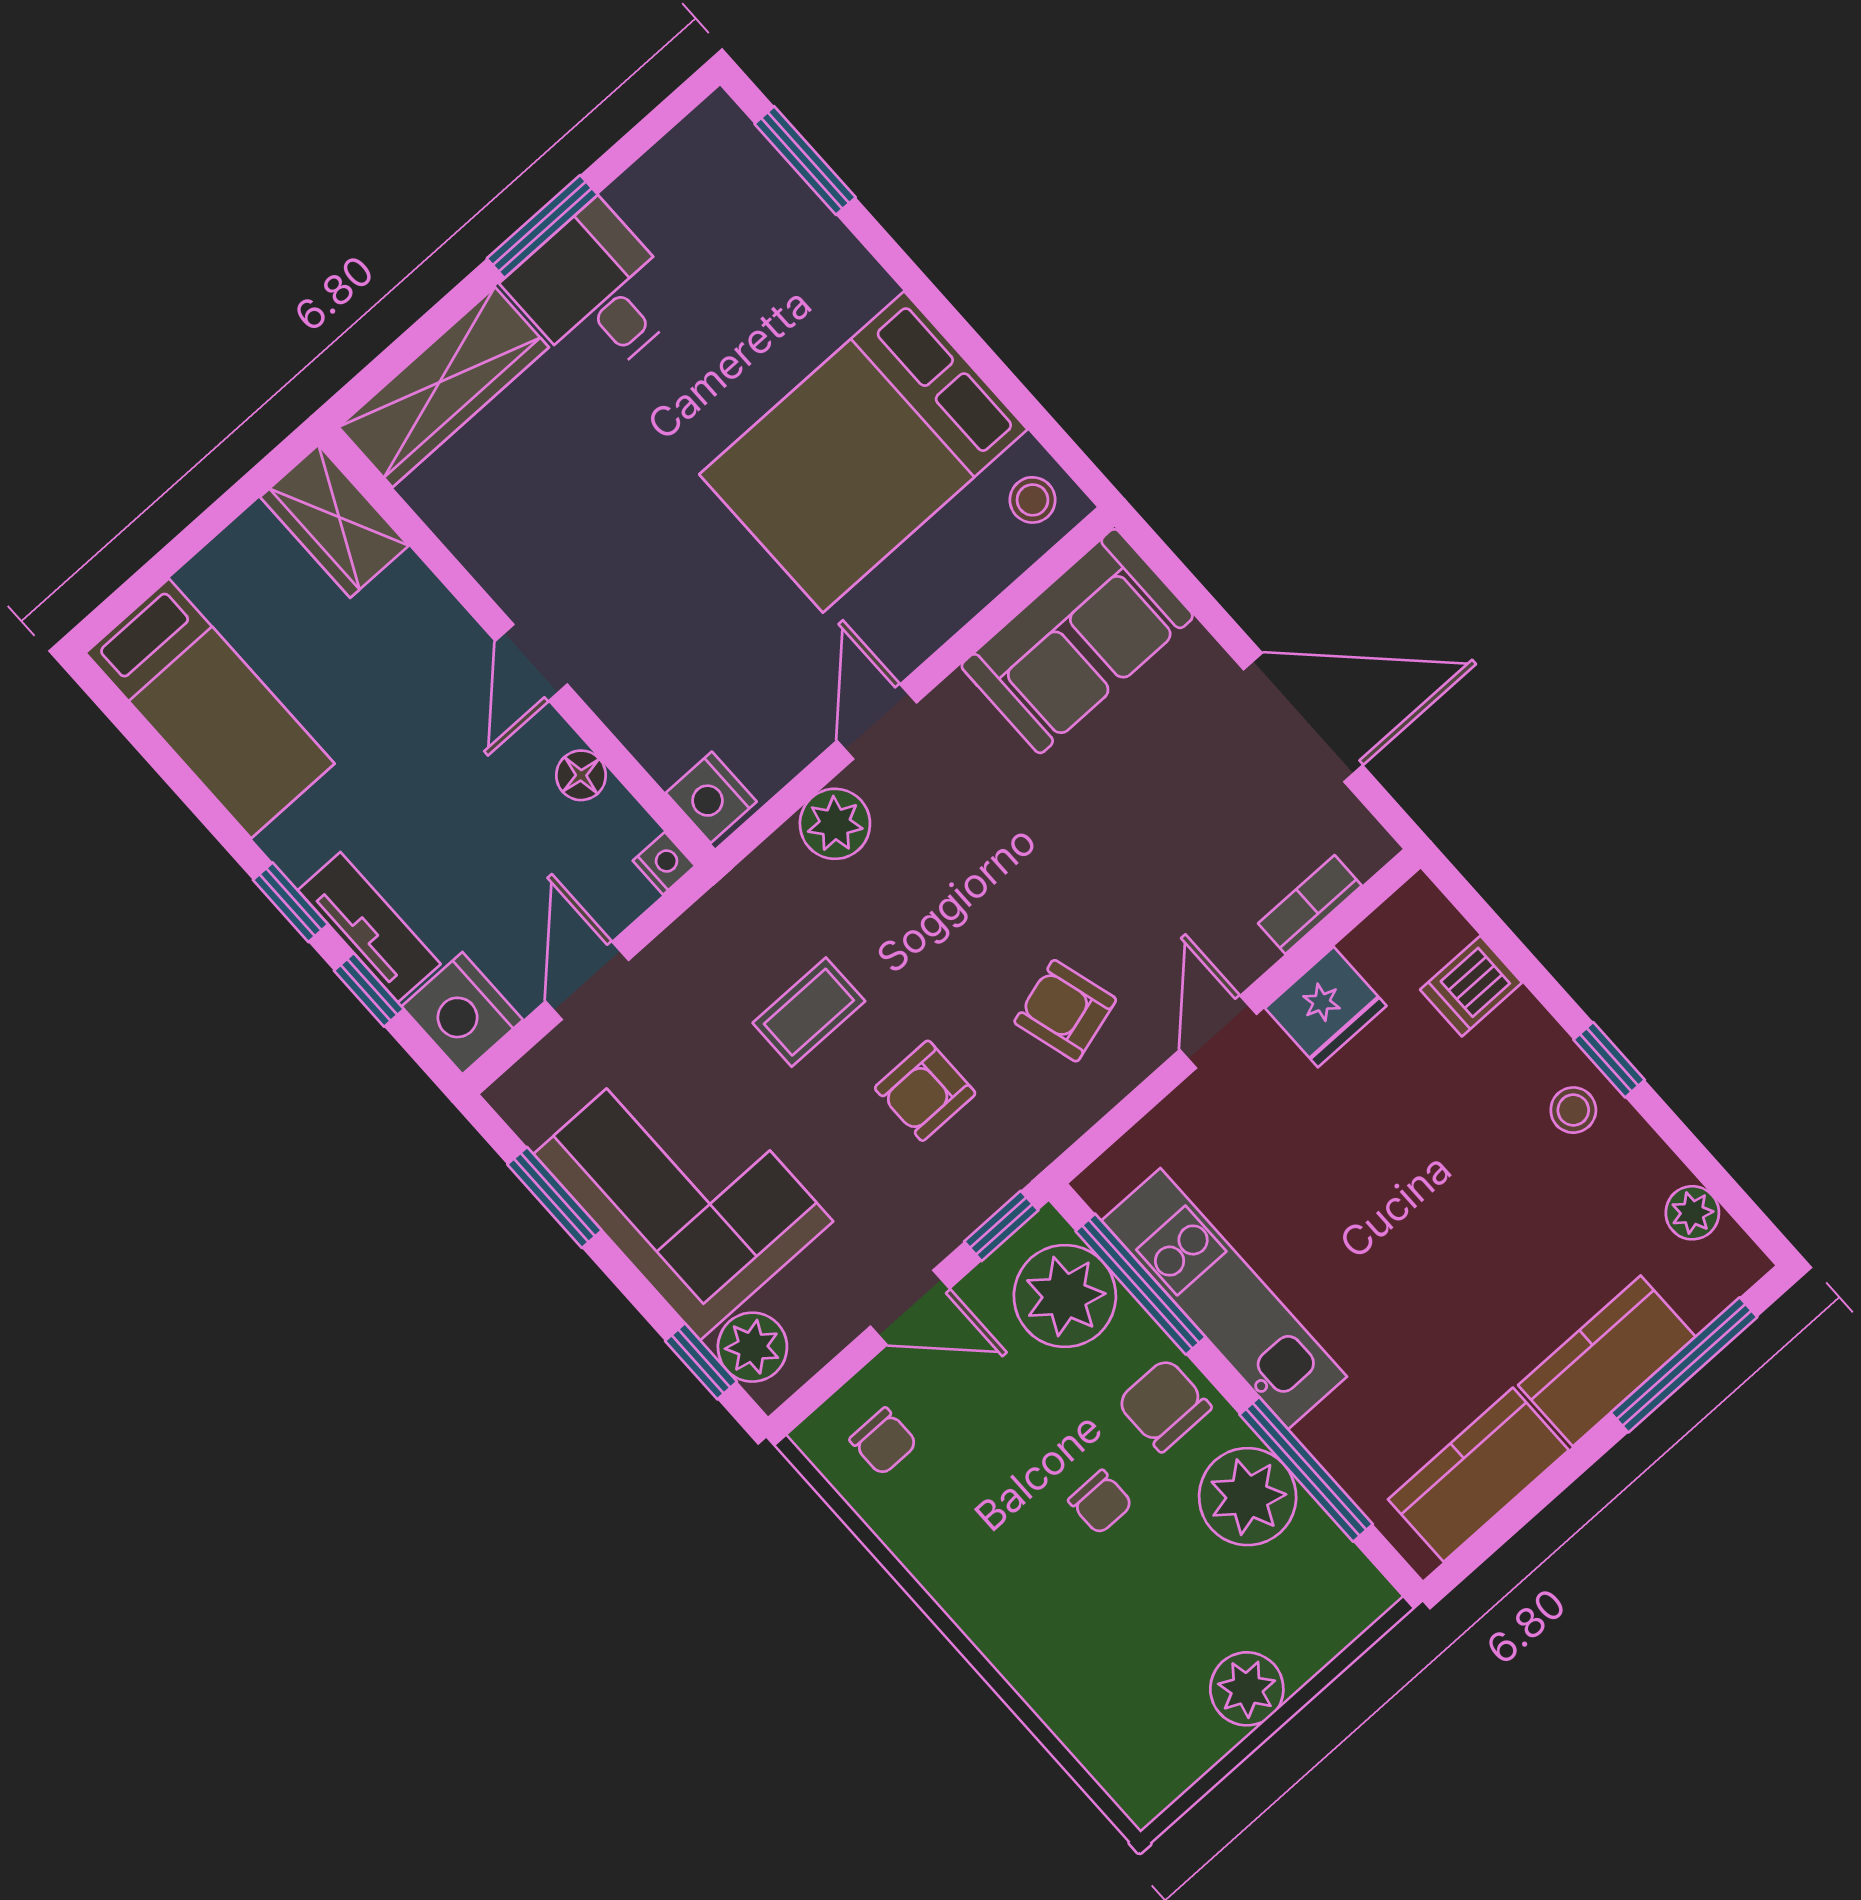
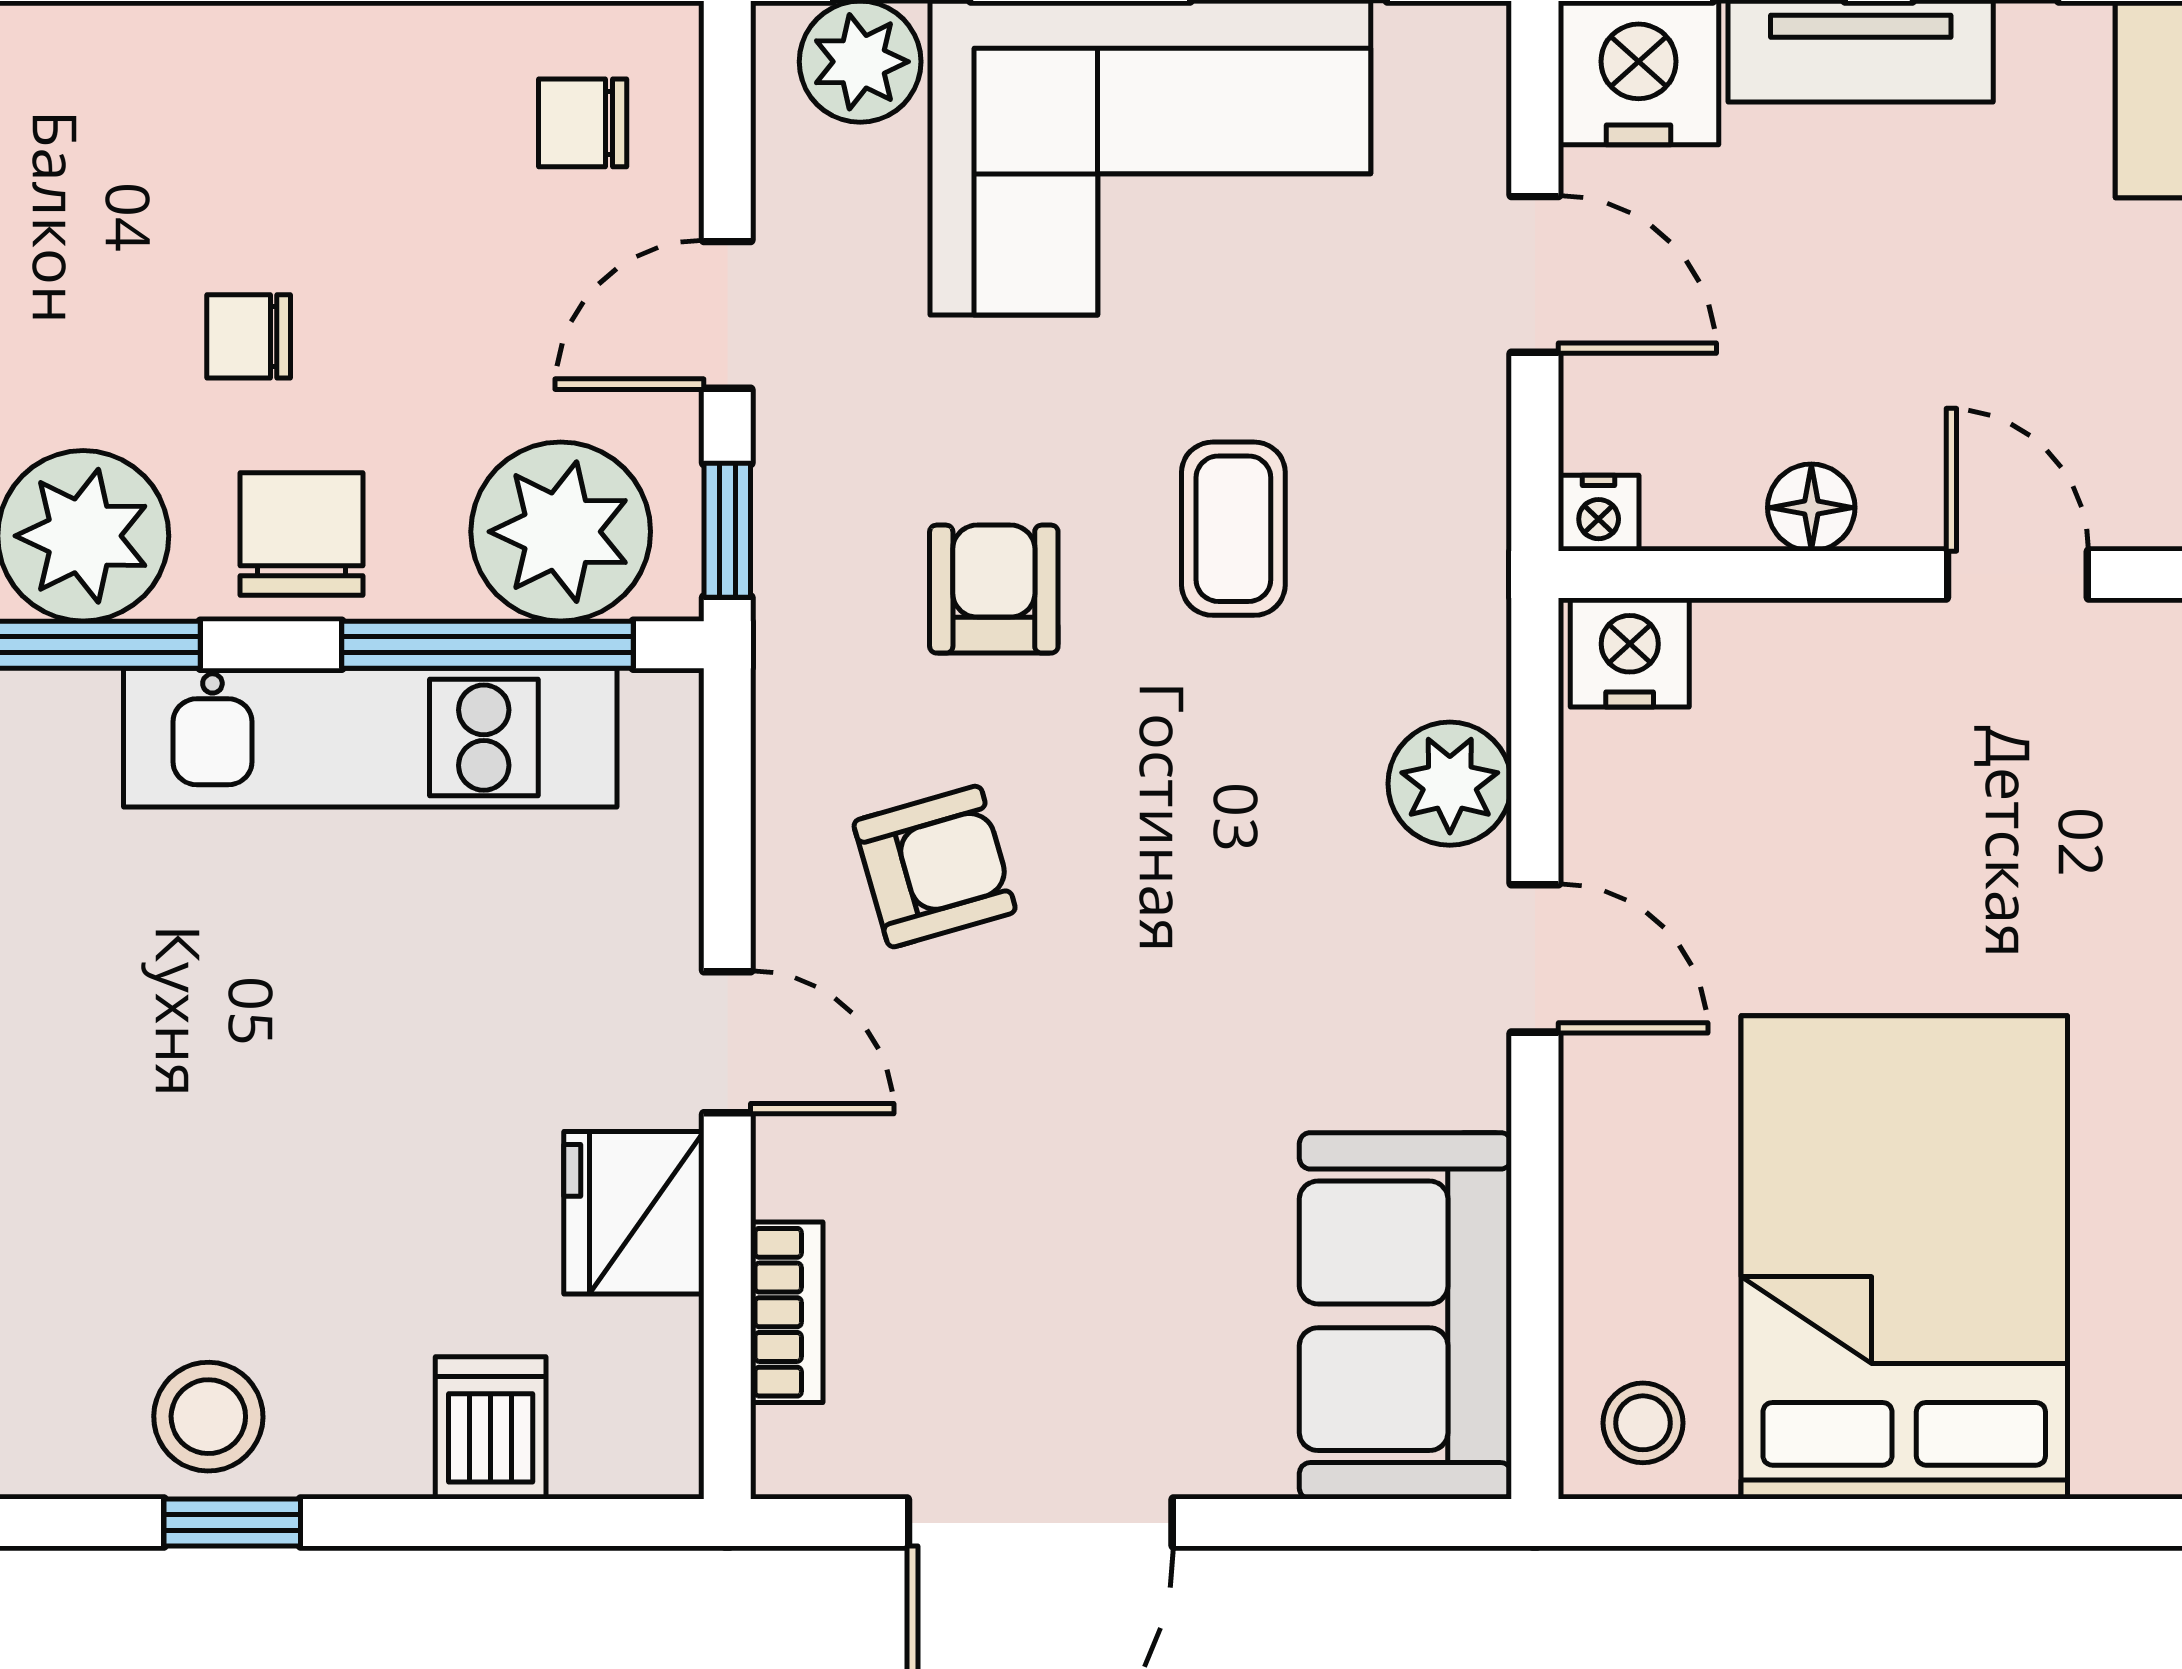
stool: (1573, 1110) -> (208, 1417), width x1.37, depth x1.37
chair: (1164, 1405) -> (302, 534), turned -90

